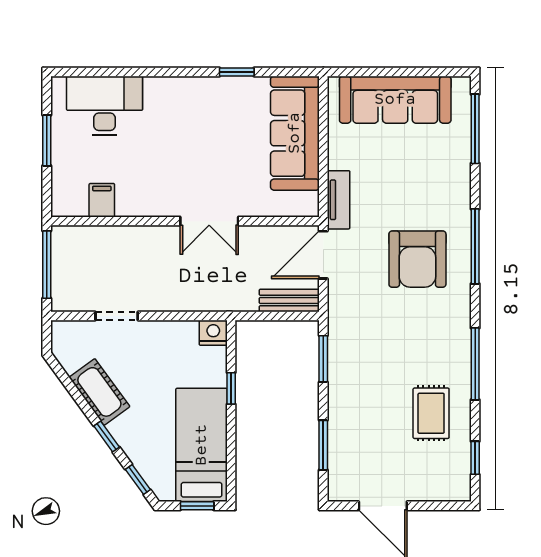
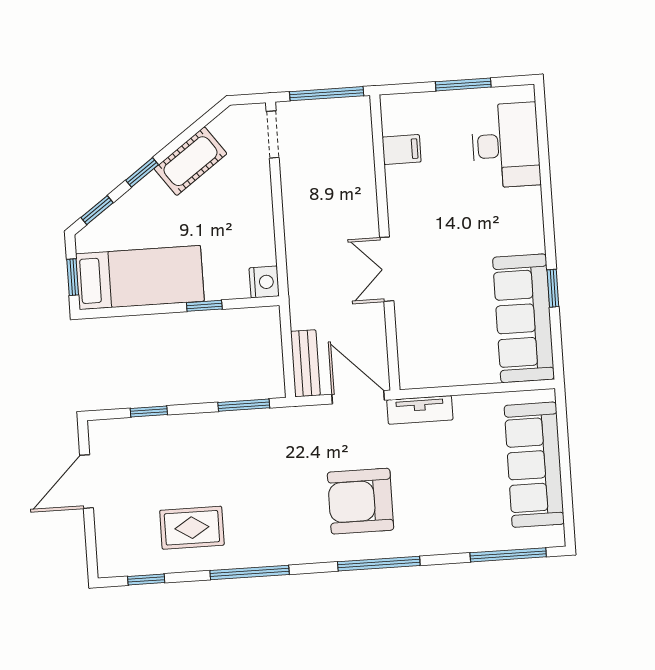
sofa: (295, 133) -> (524, 318), moved, turned -90
doorway: (117, 316) -> (273, 134), moved
window: (323, 445) -> (149, 412), width x0.67

